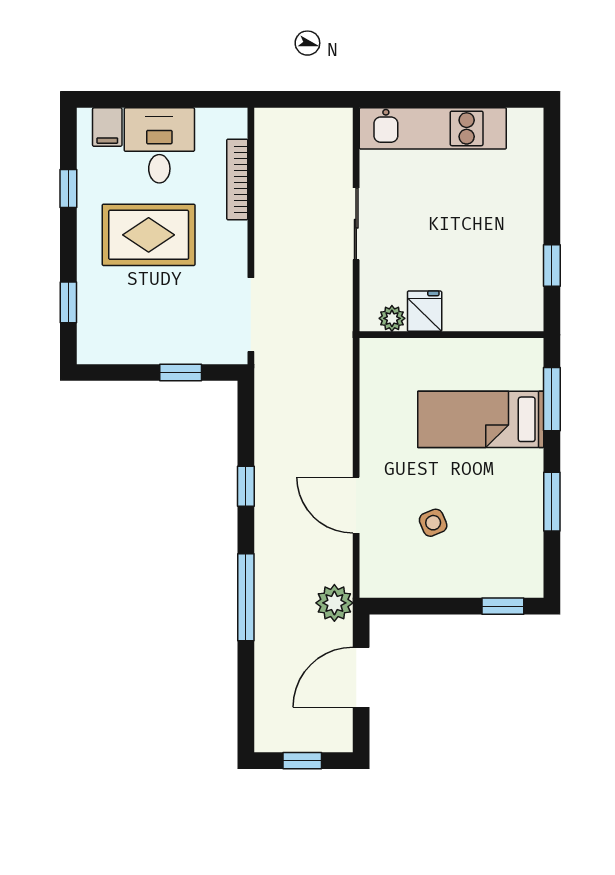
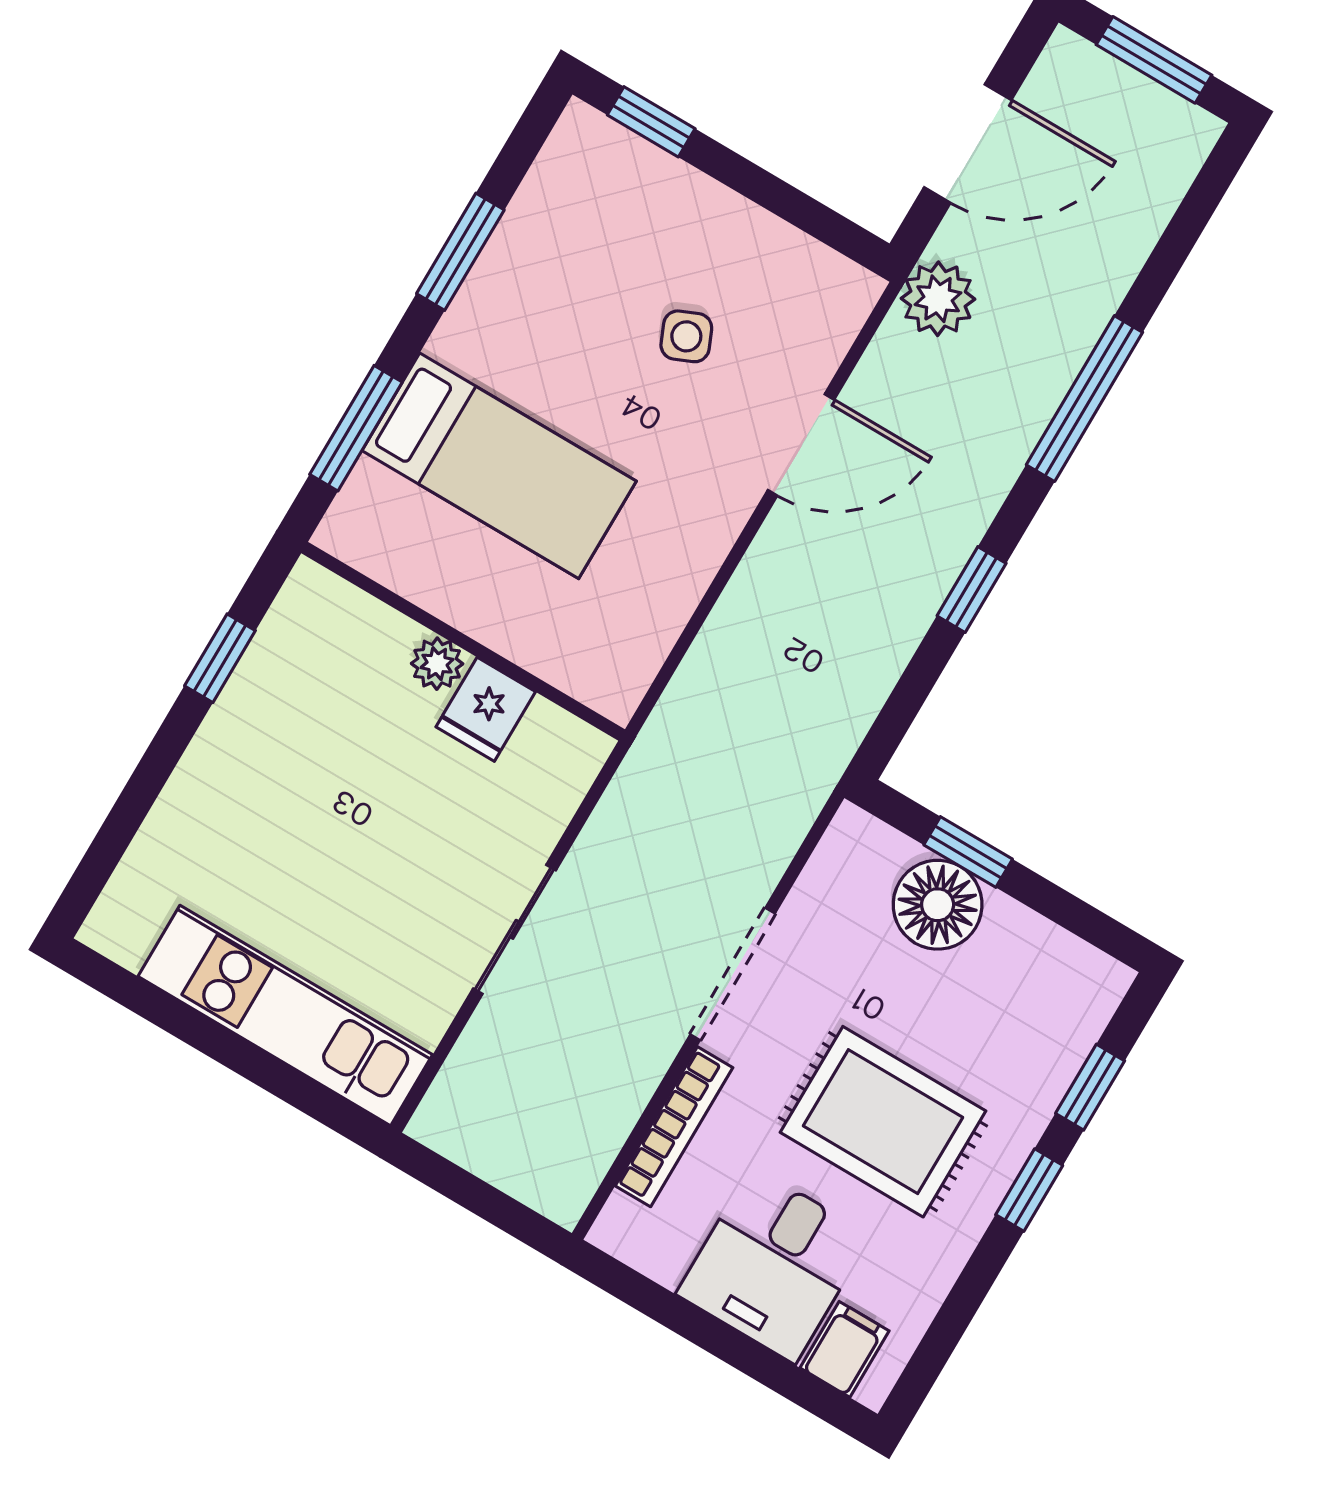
window: (68, 188) -> (1029, 1190), moved
doorway: (251, 315) -> (733, 974), moved
plant: (392, 318) -> (437, 664), moved
floor lamp: (180, 342) -> (938, 905), added
door: (356, 505) -> (801, 445), hinge flipped
window: (302, 761) -> (1154, 60), width x1.50

